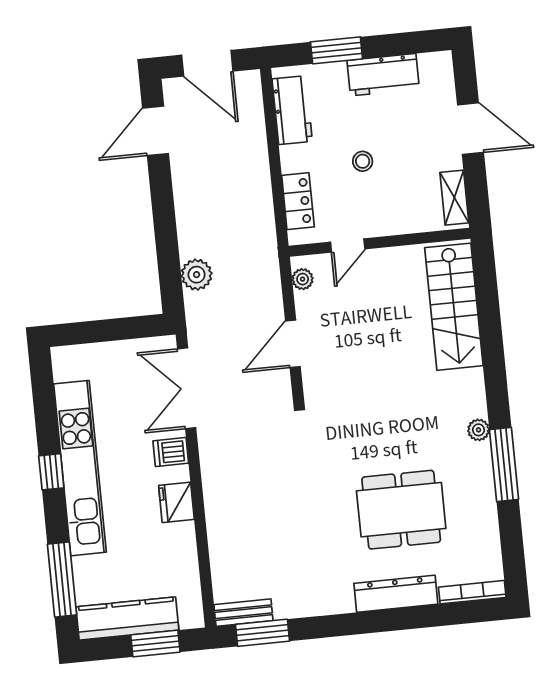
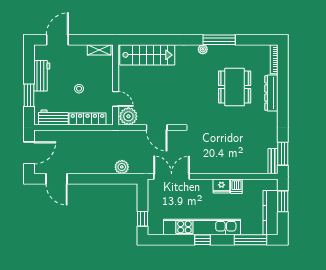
door: (470, 129) -> (57, 40), moved
locker: (298, 201) -> (87, 119), width x1.53
plant: (303, 279) -> (128, 116), width x1.88, depth x1.88
window: (85, 333) -> (142, 219), added
double door: (187, 388) -> (172, 176), swing flipped
dishwasher: (171, 452) -> (236, 186), moved

